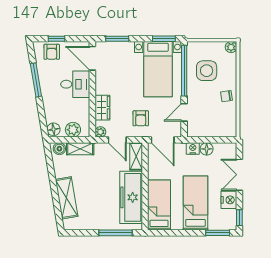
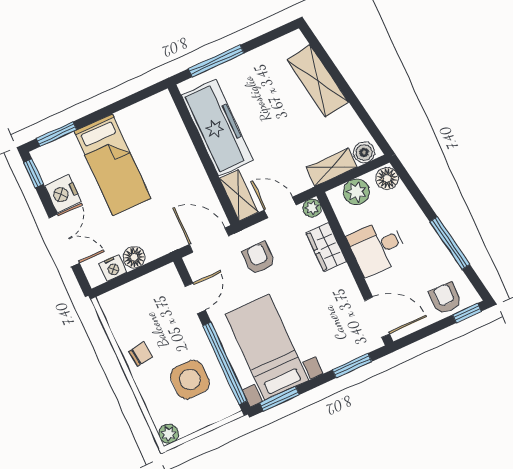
window: (56, 39) -> (467, 313), moved
desk: (75, 84) -> (378, 247), moved
nightstand: (193, 148) -> (113, 268), moved
bed: (159, 205) -> (168, 136), removed

